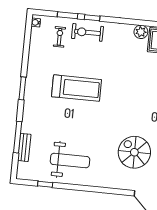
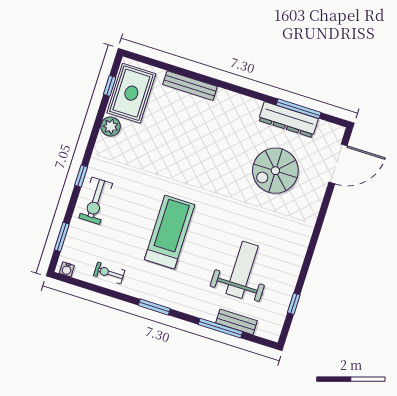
window: (67, 15) -> (62, 237), moved
window: (92, 18) -> (81, 176), moved
exercise bike: (59, 37) -> (109, 273), moved
weight bench: (70, 160) -> (242, 270), moved

